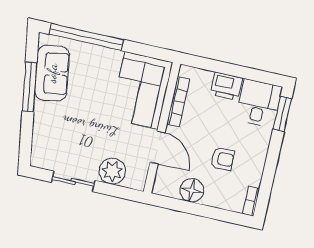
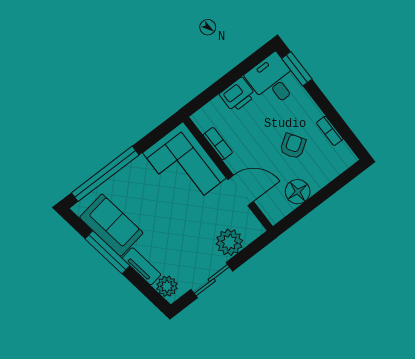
bookcase: (178, 102) -> (218, 144), width x0.64
tv unit: (40, 121) -> (142, 266), added
plant: (41, 152) -> (167, 286), added
armchair: (223, 159) -> (293, 146), turned -33
bookcase: (251, 201) -> (330, 131), moved

